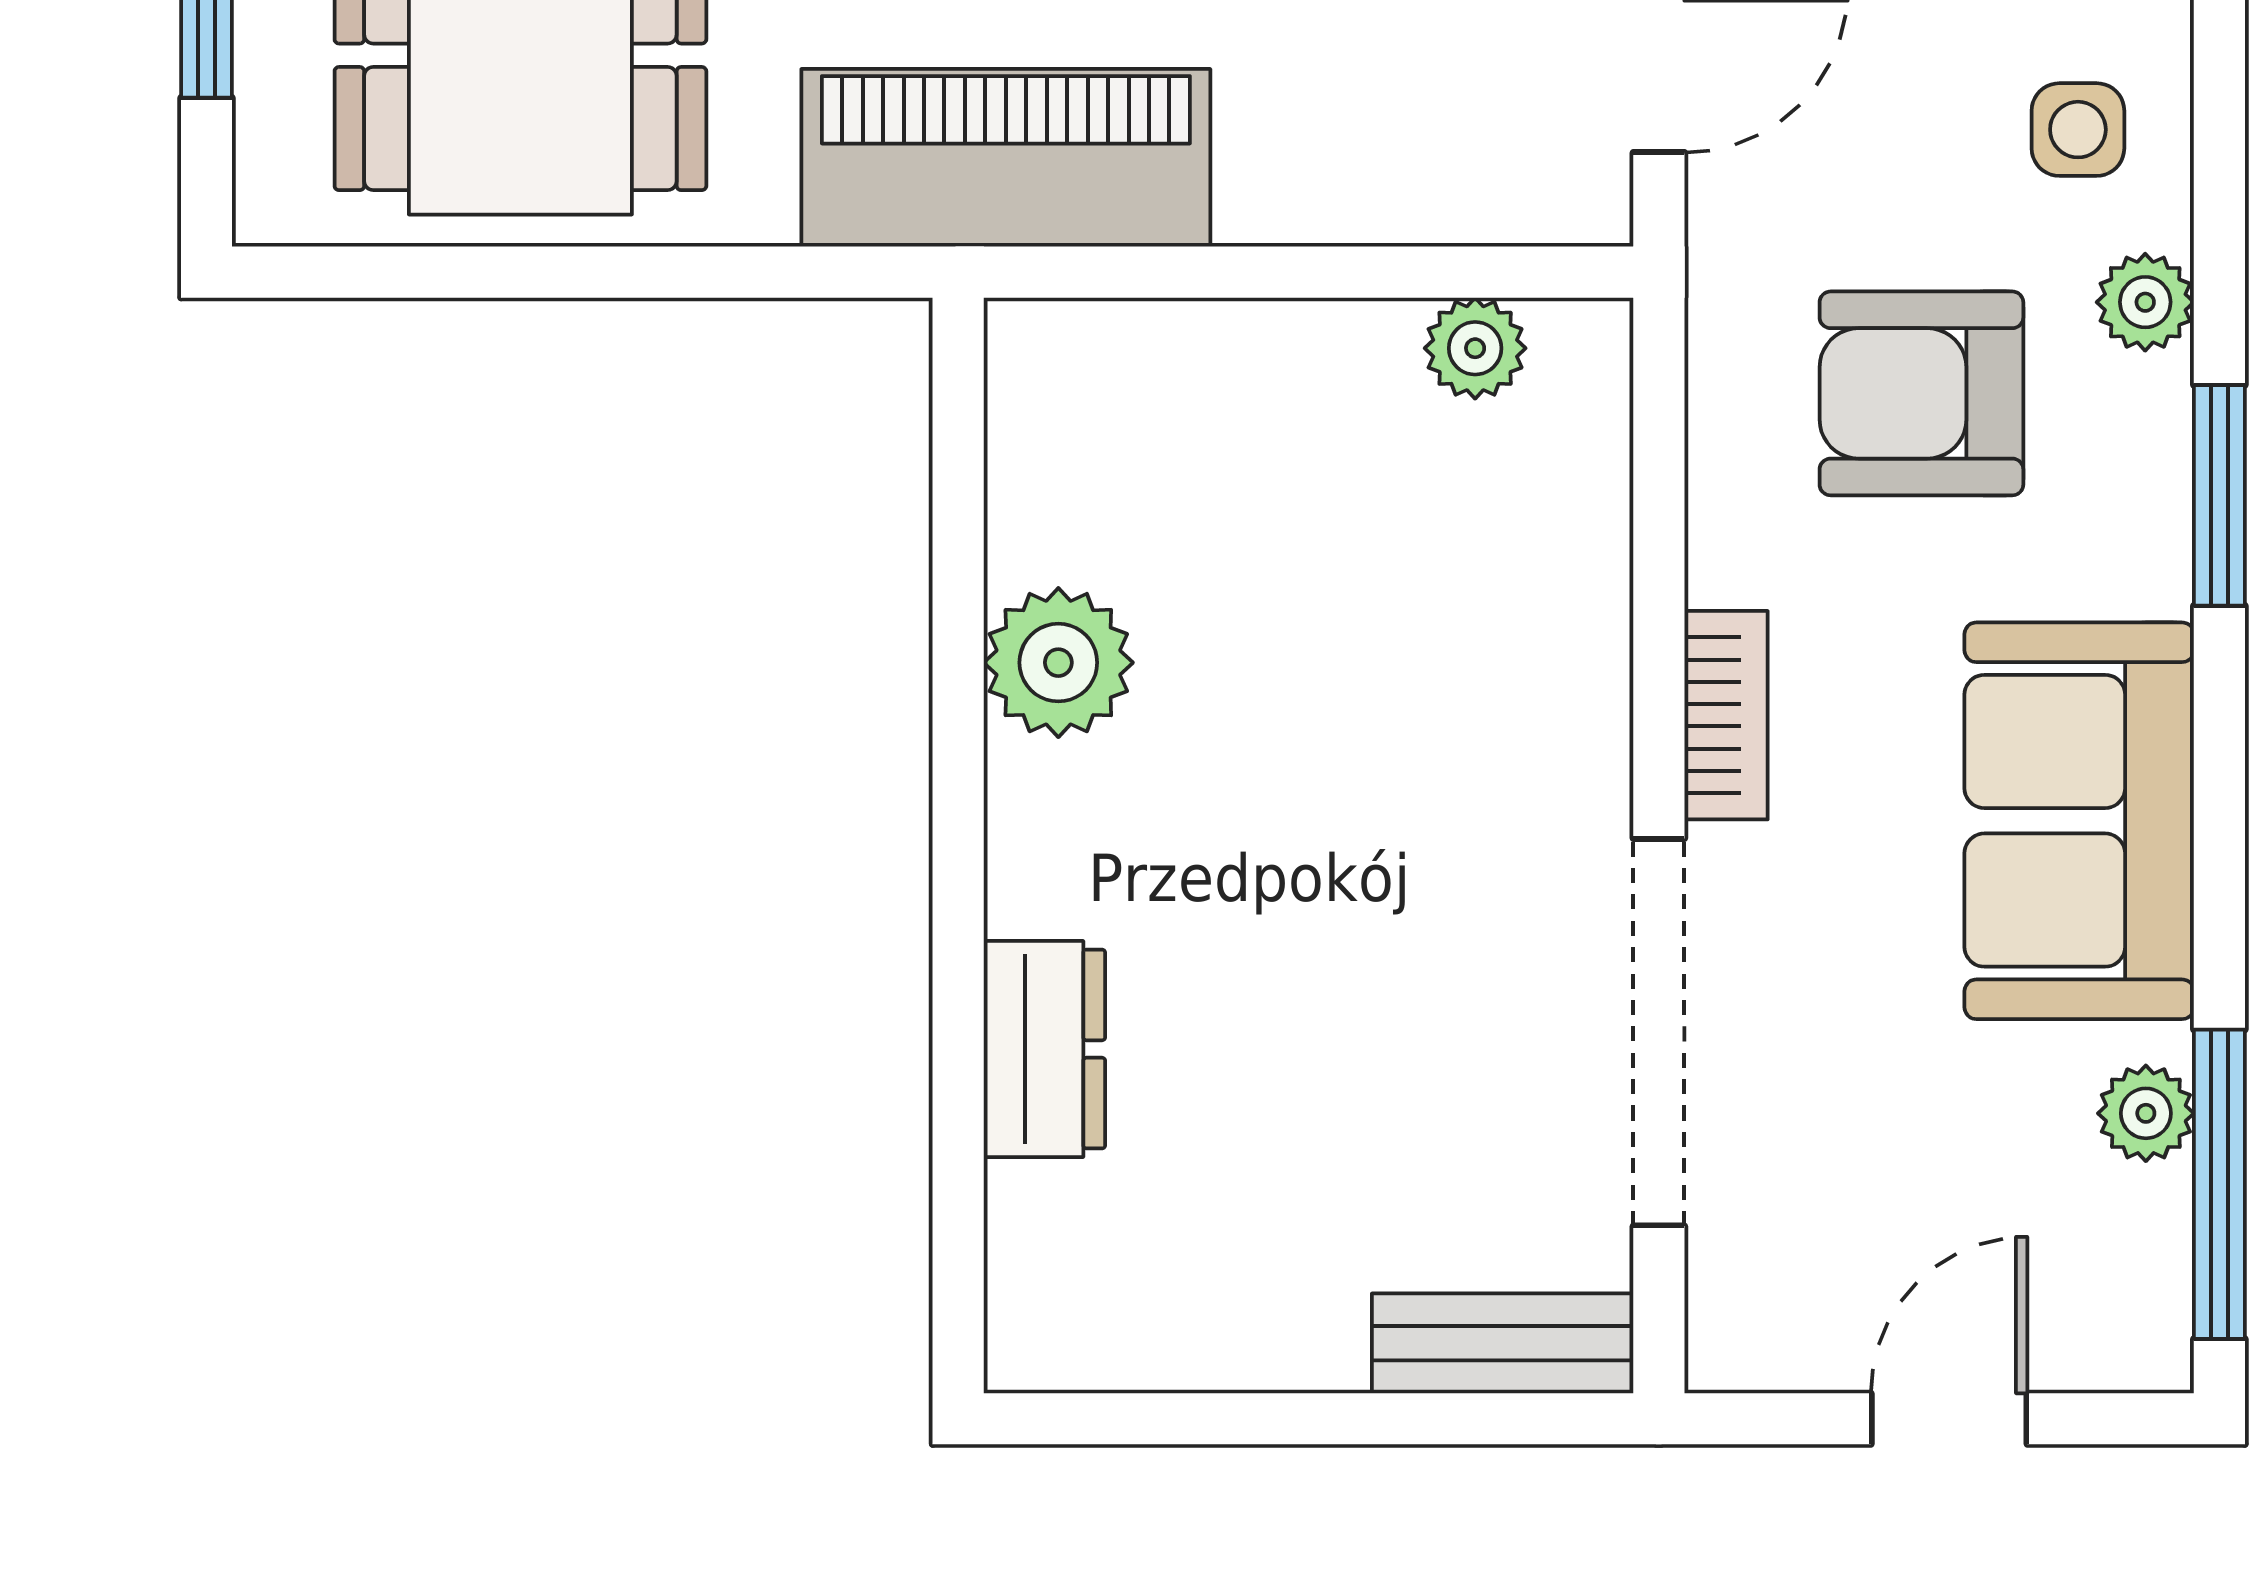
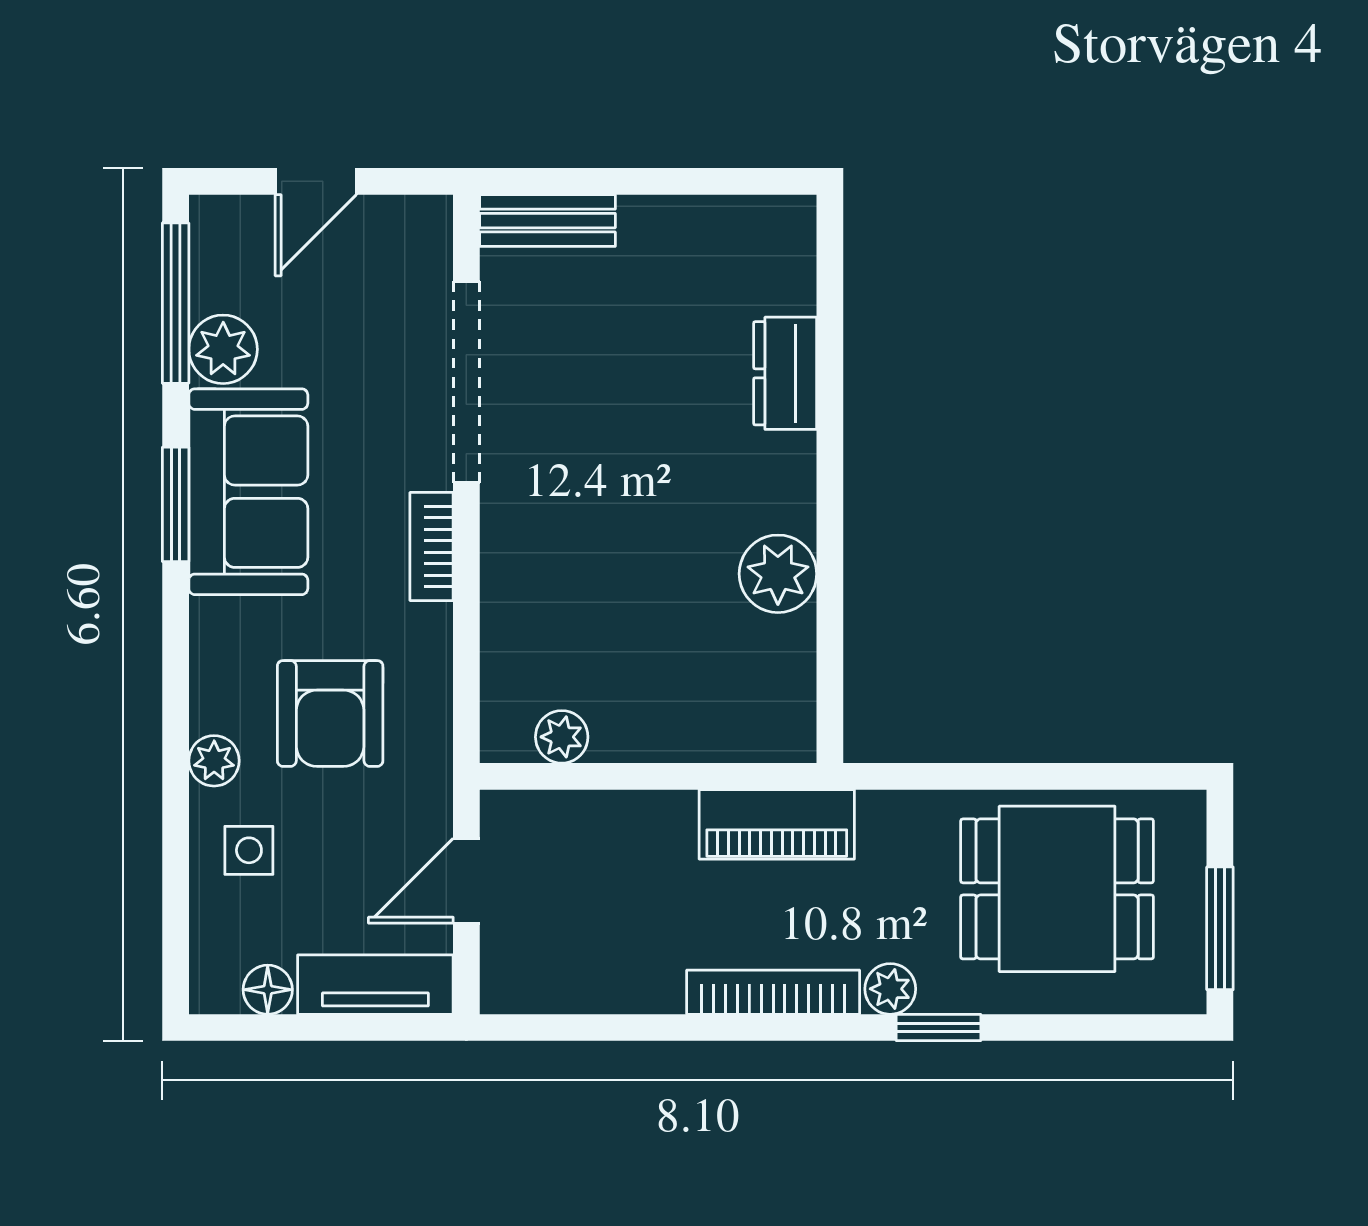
piano: (1006, 158) -> (777, 824), width x0.73, depth x0.75
armchair: (1921, 393) -> (330, 713), turned 90
window: (2219, 495) -> (176, 504), moved
plant: (2146, 1113) -> (223, 349), width x1.38, depth x1.38

